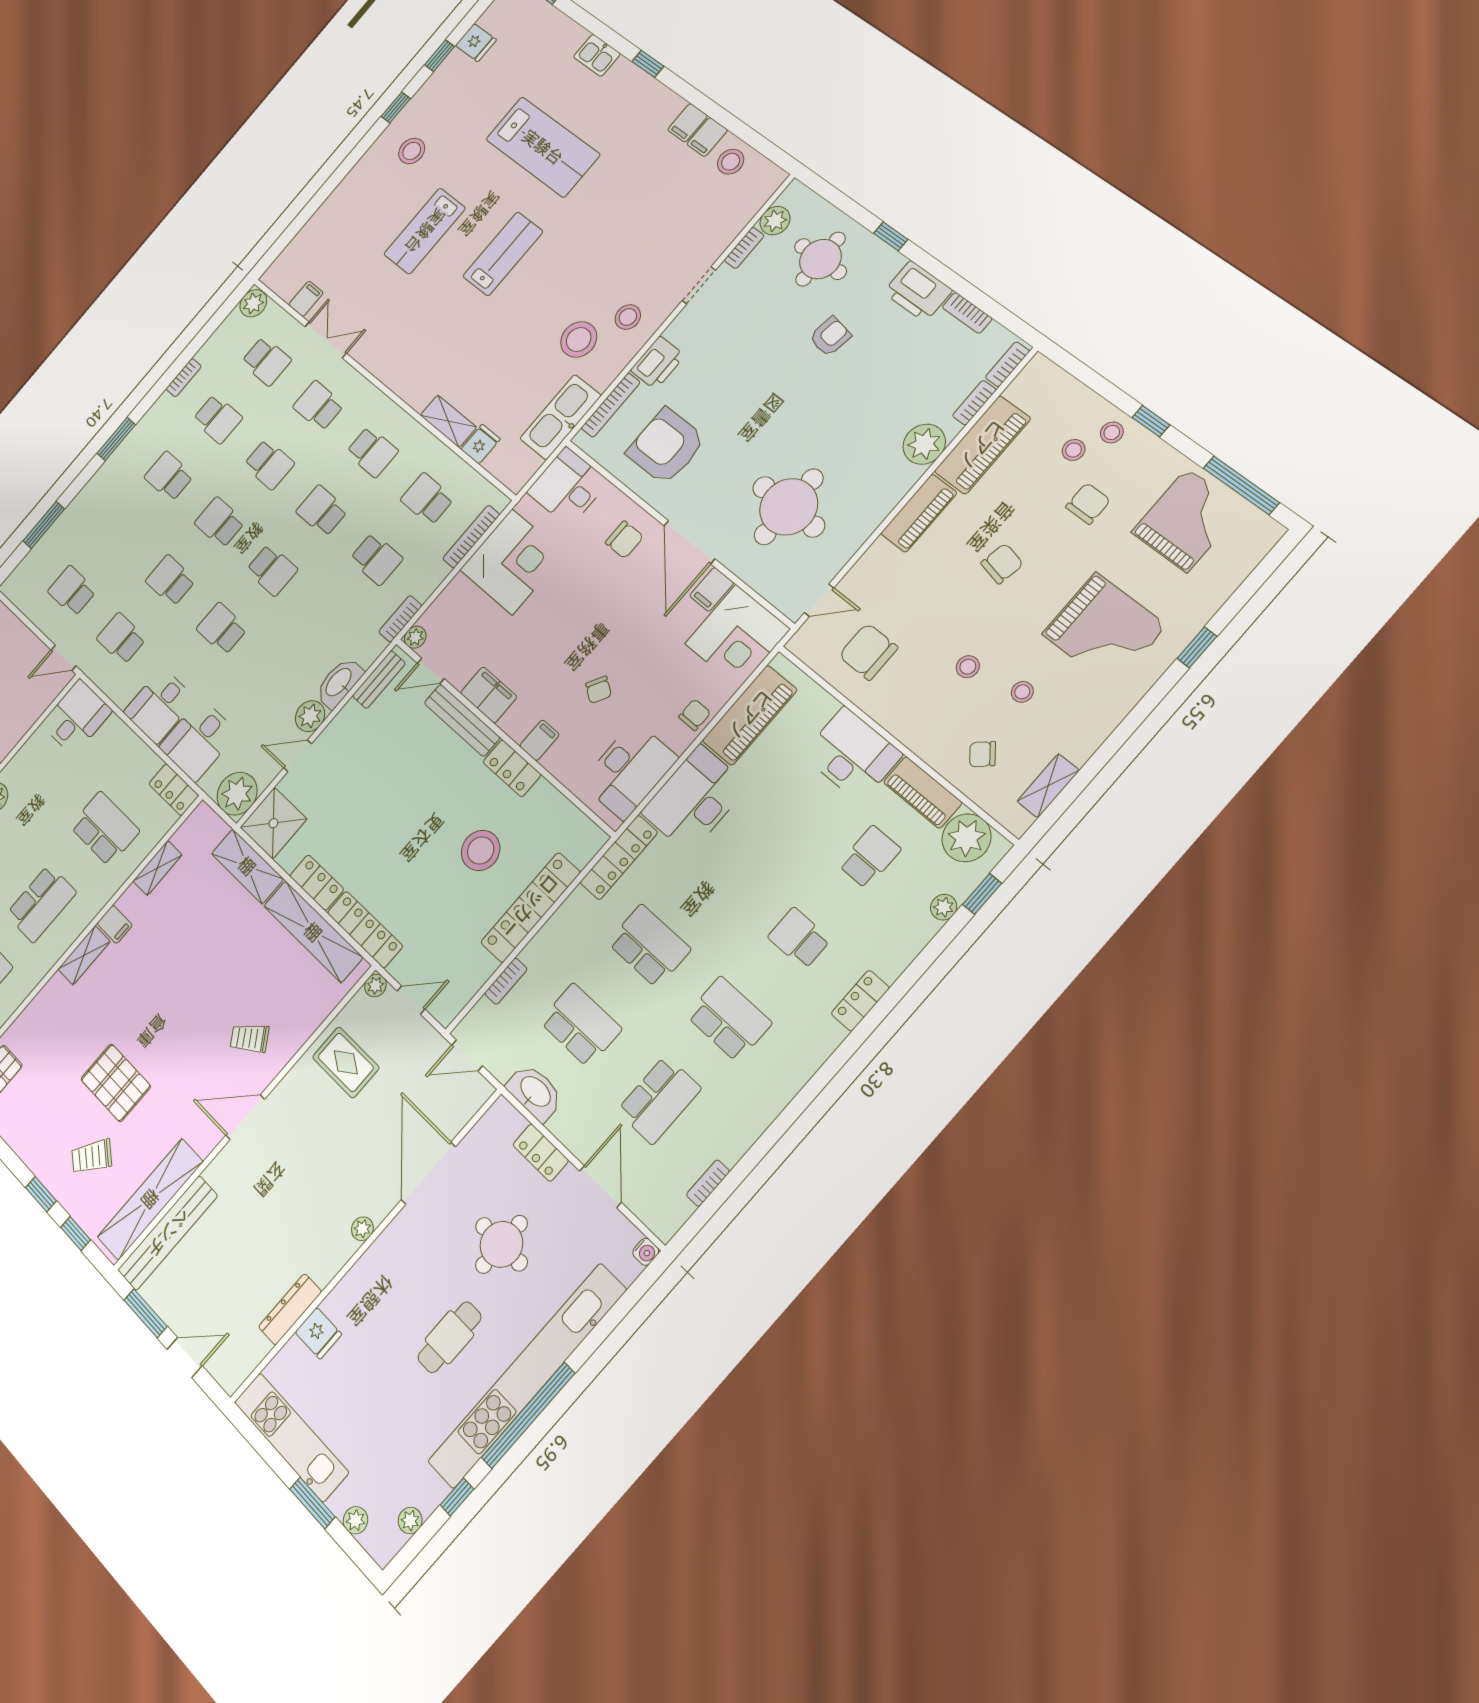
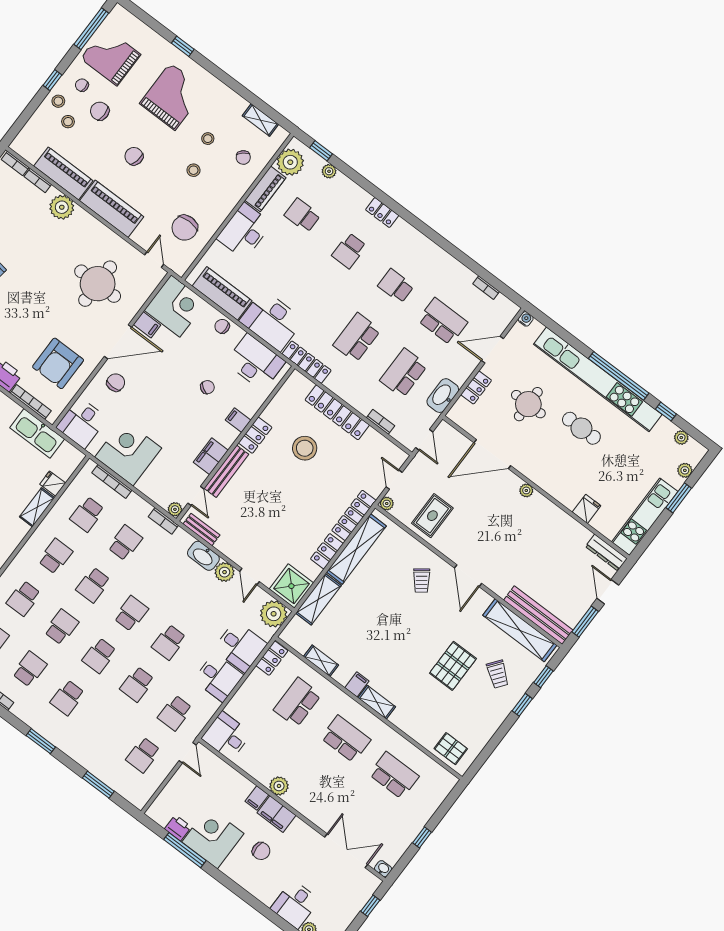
chair: (1138, 472) -> (82, 85), added
piano: (919, 513) -> (112, 209), width x1.37, depth x1.33
school desk: (729, 1019) -> (396, 286), width x0.54
dresser: (290, 1309) -> (606, 553), moved

